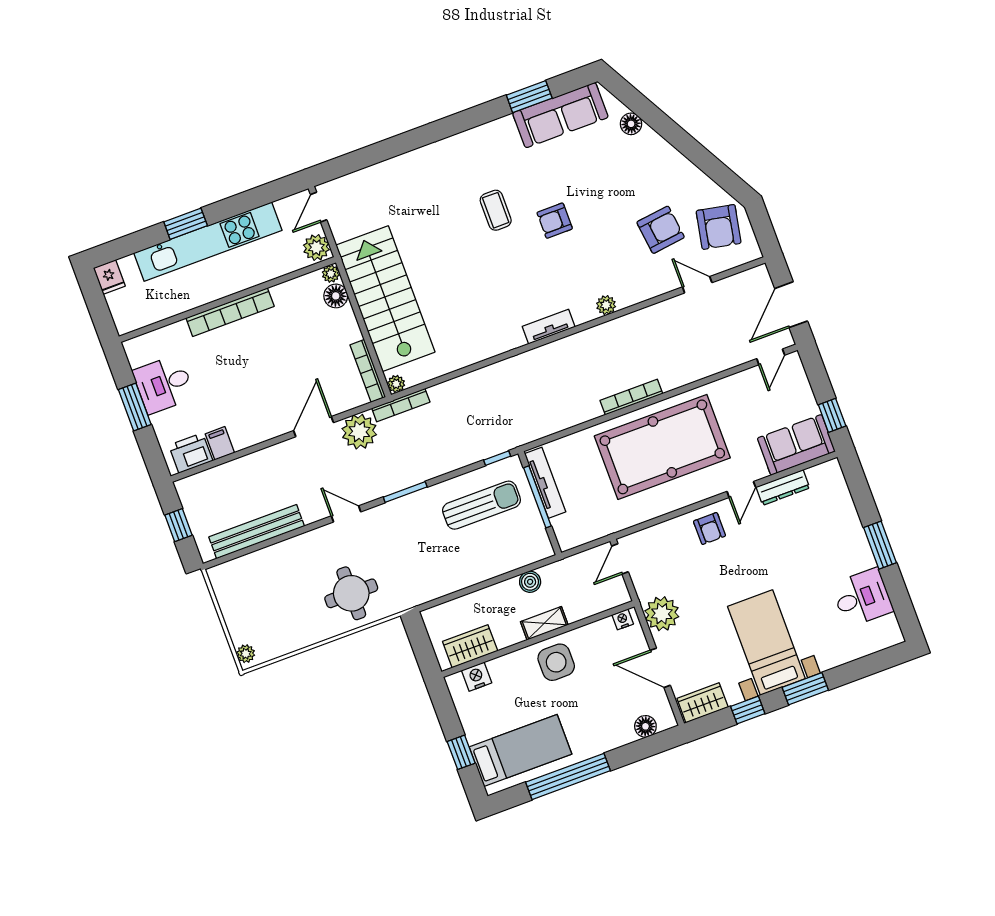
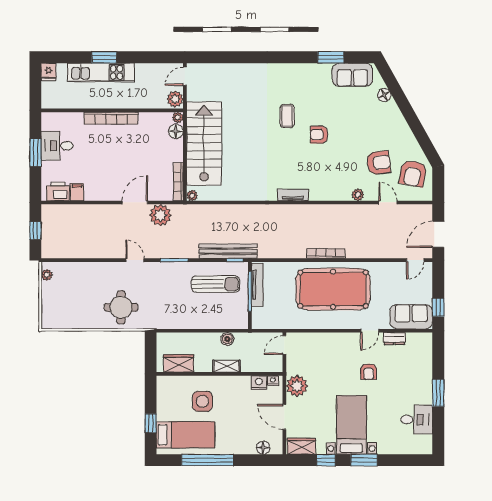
sofa: (560, 115) -> (352, 75), width x0.73
kitchen unit: (208, 242) -> (101, 72), width x0.73
plant: (606, 305) -> (358, 195), moved
bookcase: (401, 405) -> (190, 209), removed
dresser: (783, 487) -> (394, 339), width x0.70
armchair: (710, 529) -> (369, 372), moved
bench: (257, 532) -> (228, 251), moved
plant: (246, 654) -> (47, 275), moved
side table: (556, 662) -> (202, 401), moved
nightstand: (477, 677) -> (259, 383), moved

